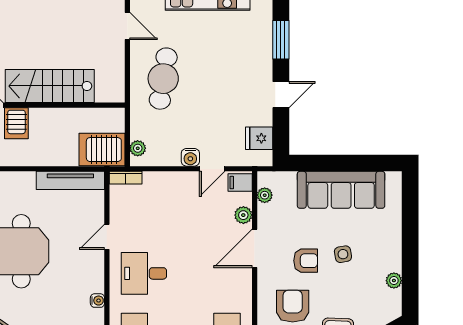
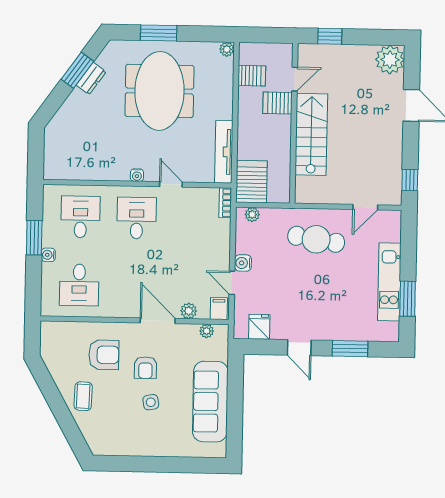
plant: (394, 281) -> (126, 449), removed
water cooler: (97, 301) -> (137, 175), moved

